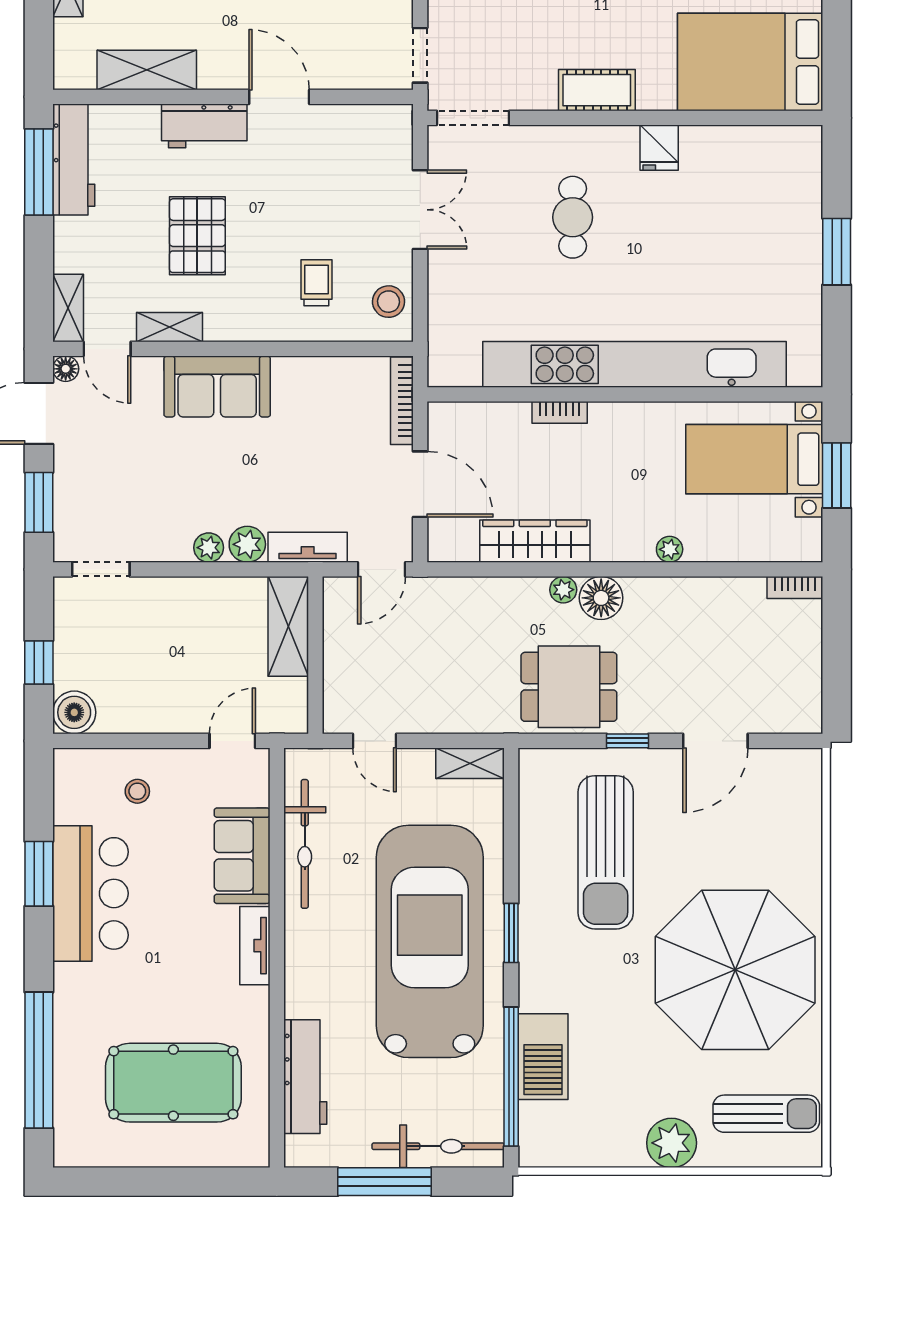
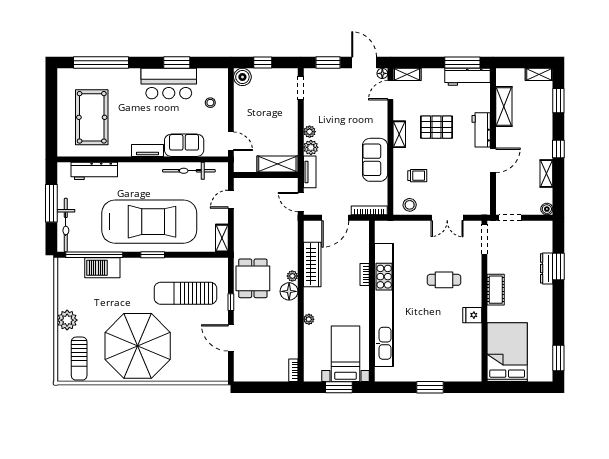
shelving: (170, 327) -> (399, 134), moved
sofa: (217, 387) -> (375, 160), moved

